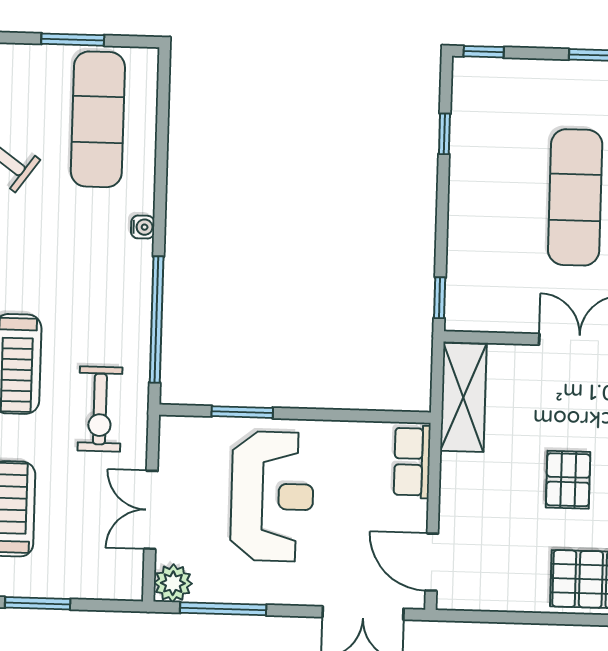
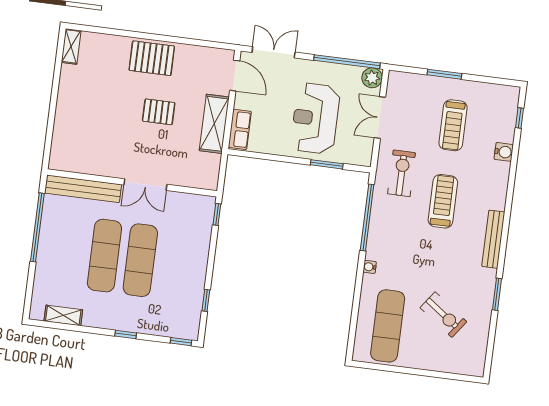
window: (73, 40) -> (397, 369), removed
shelving: (463, 397) -> (214, 124), moved
pallet: (568, 480) -> (159, 112), turned 90
double door: (151, 510) -> (380, 118), swing flipped
window: (223, 609) -> (347, 62), width x1.46

